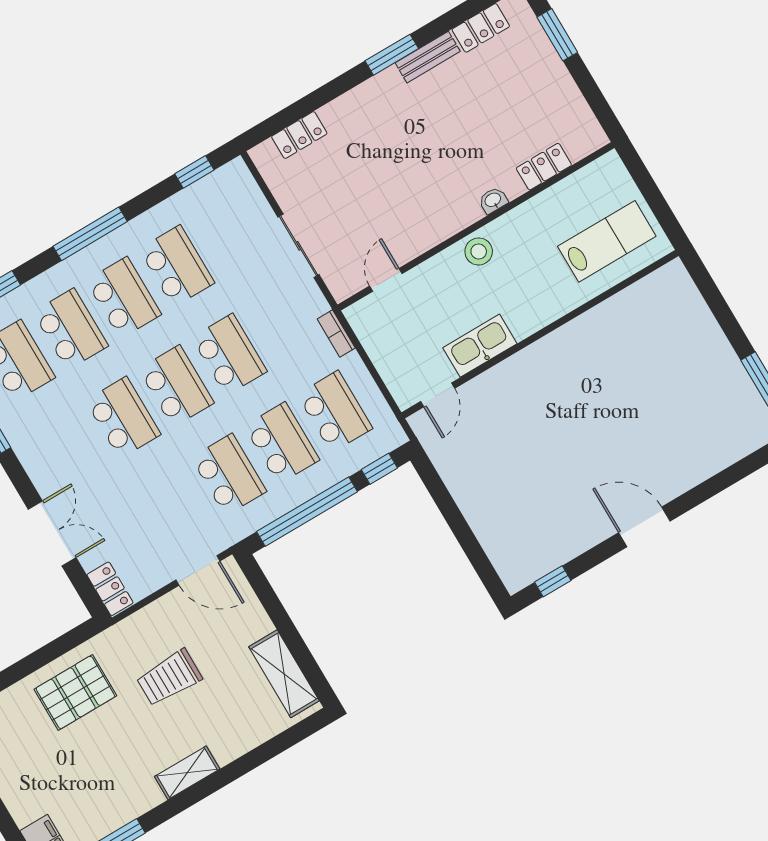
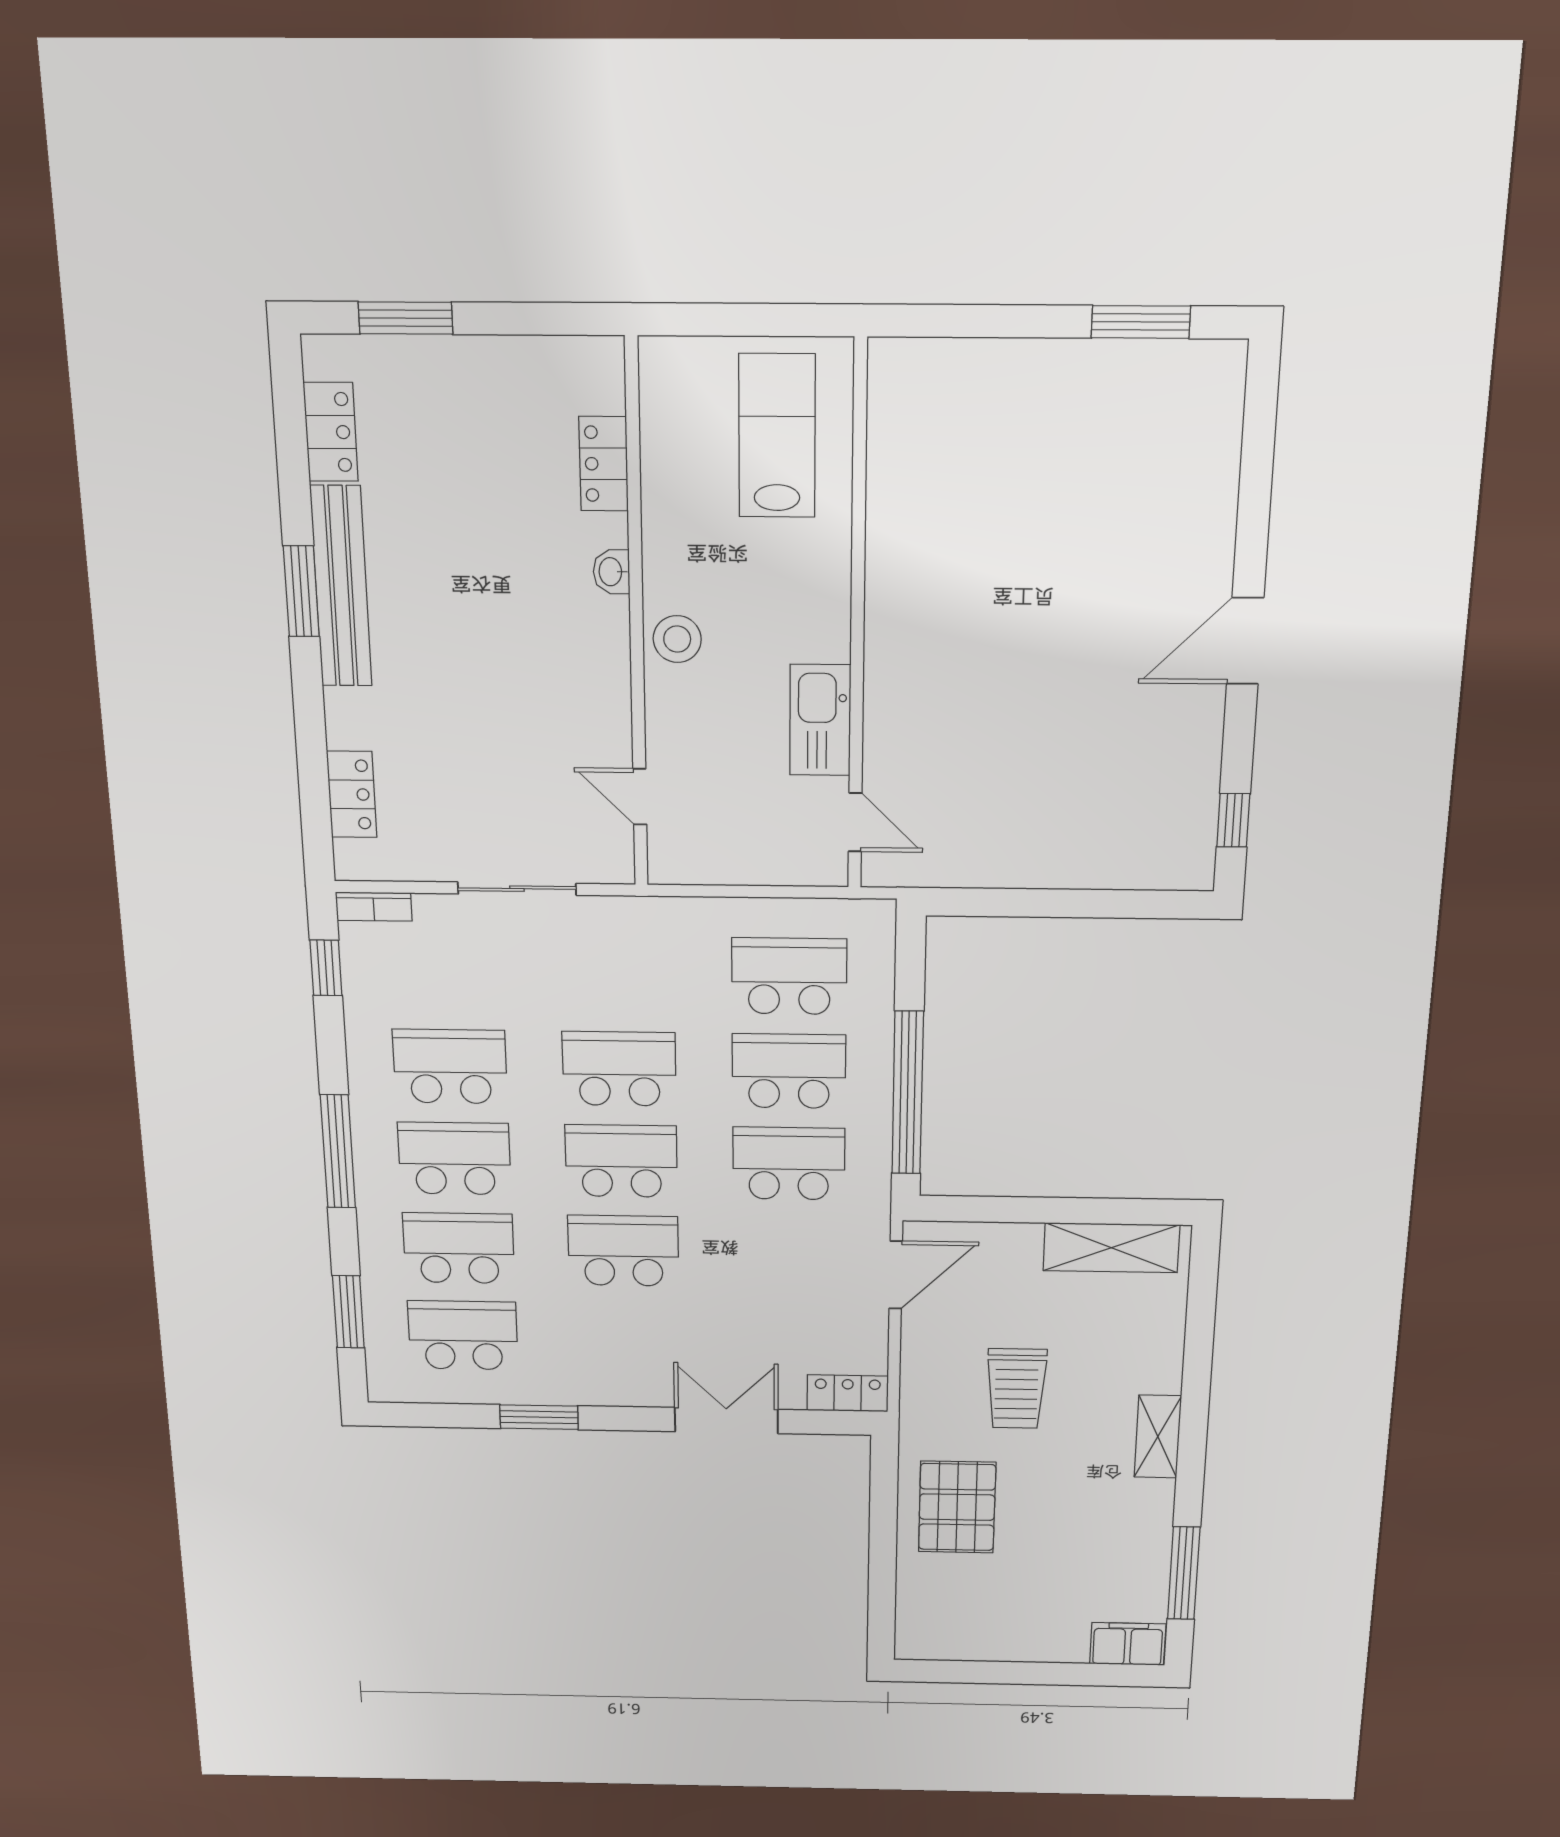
bench: (428, 57) -> (341, 587), width x1.86, depth x1.21
bookcase: (336, 333) -> (374, 907), moved
window: (379, 469) -> (910, 964), removed

